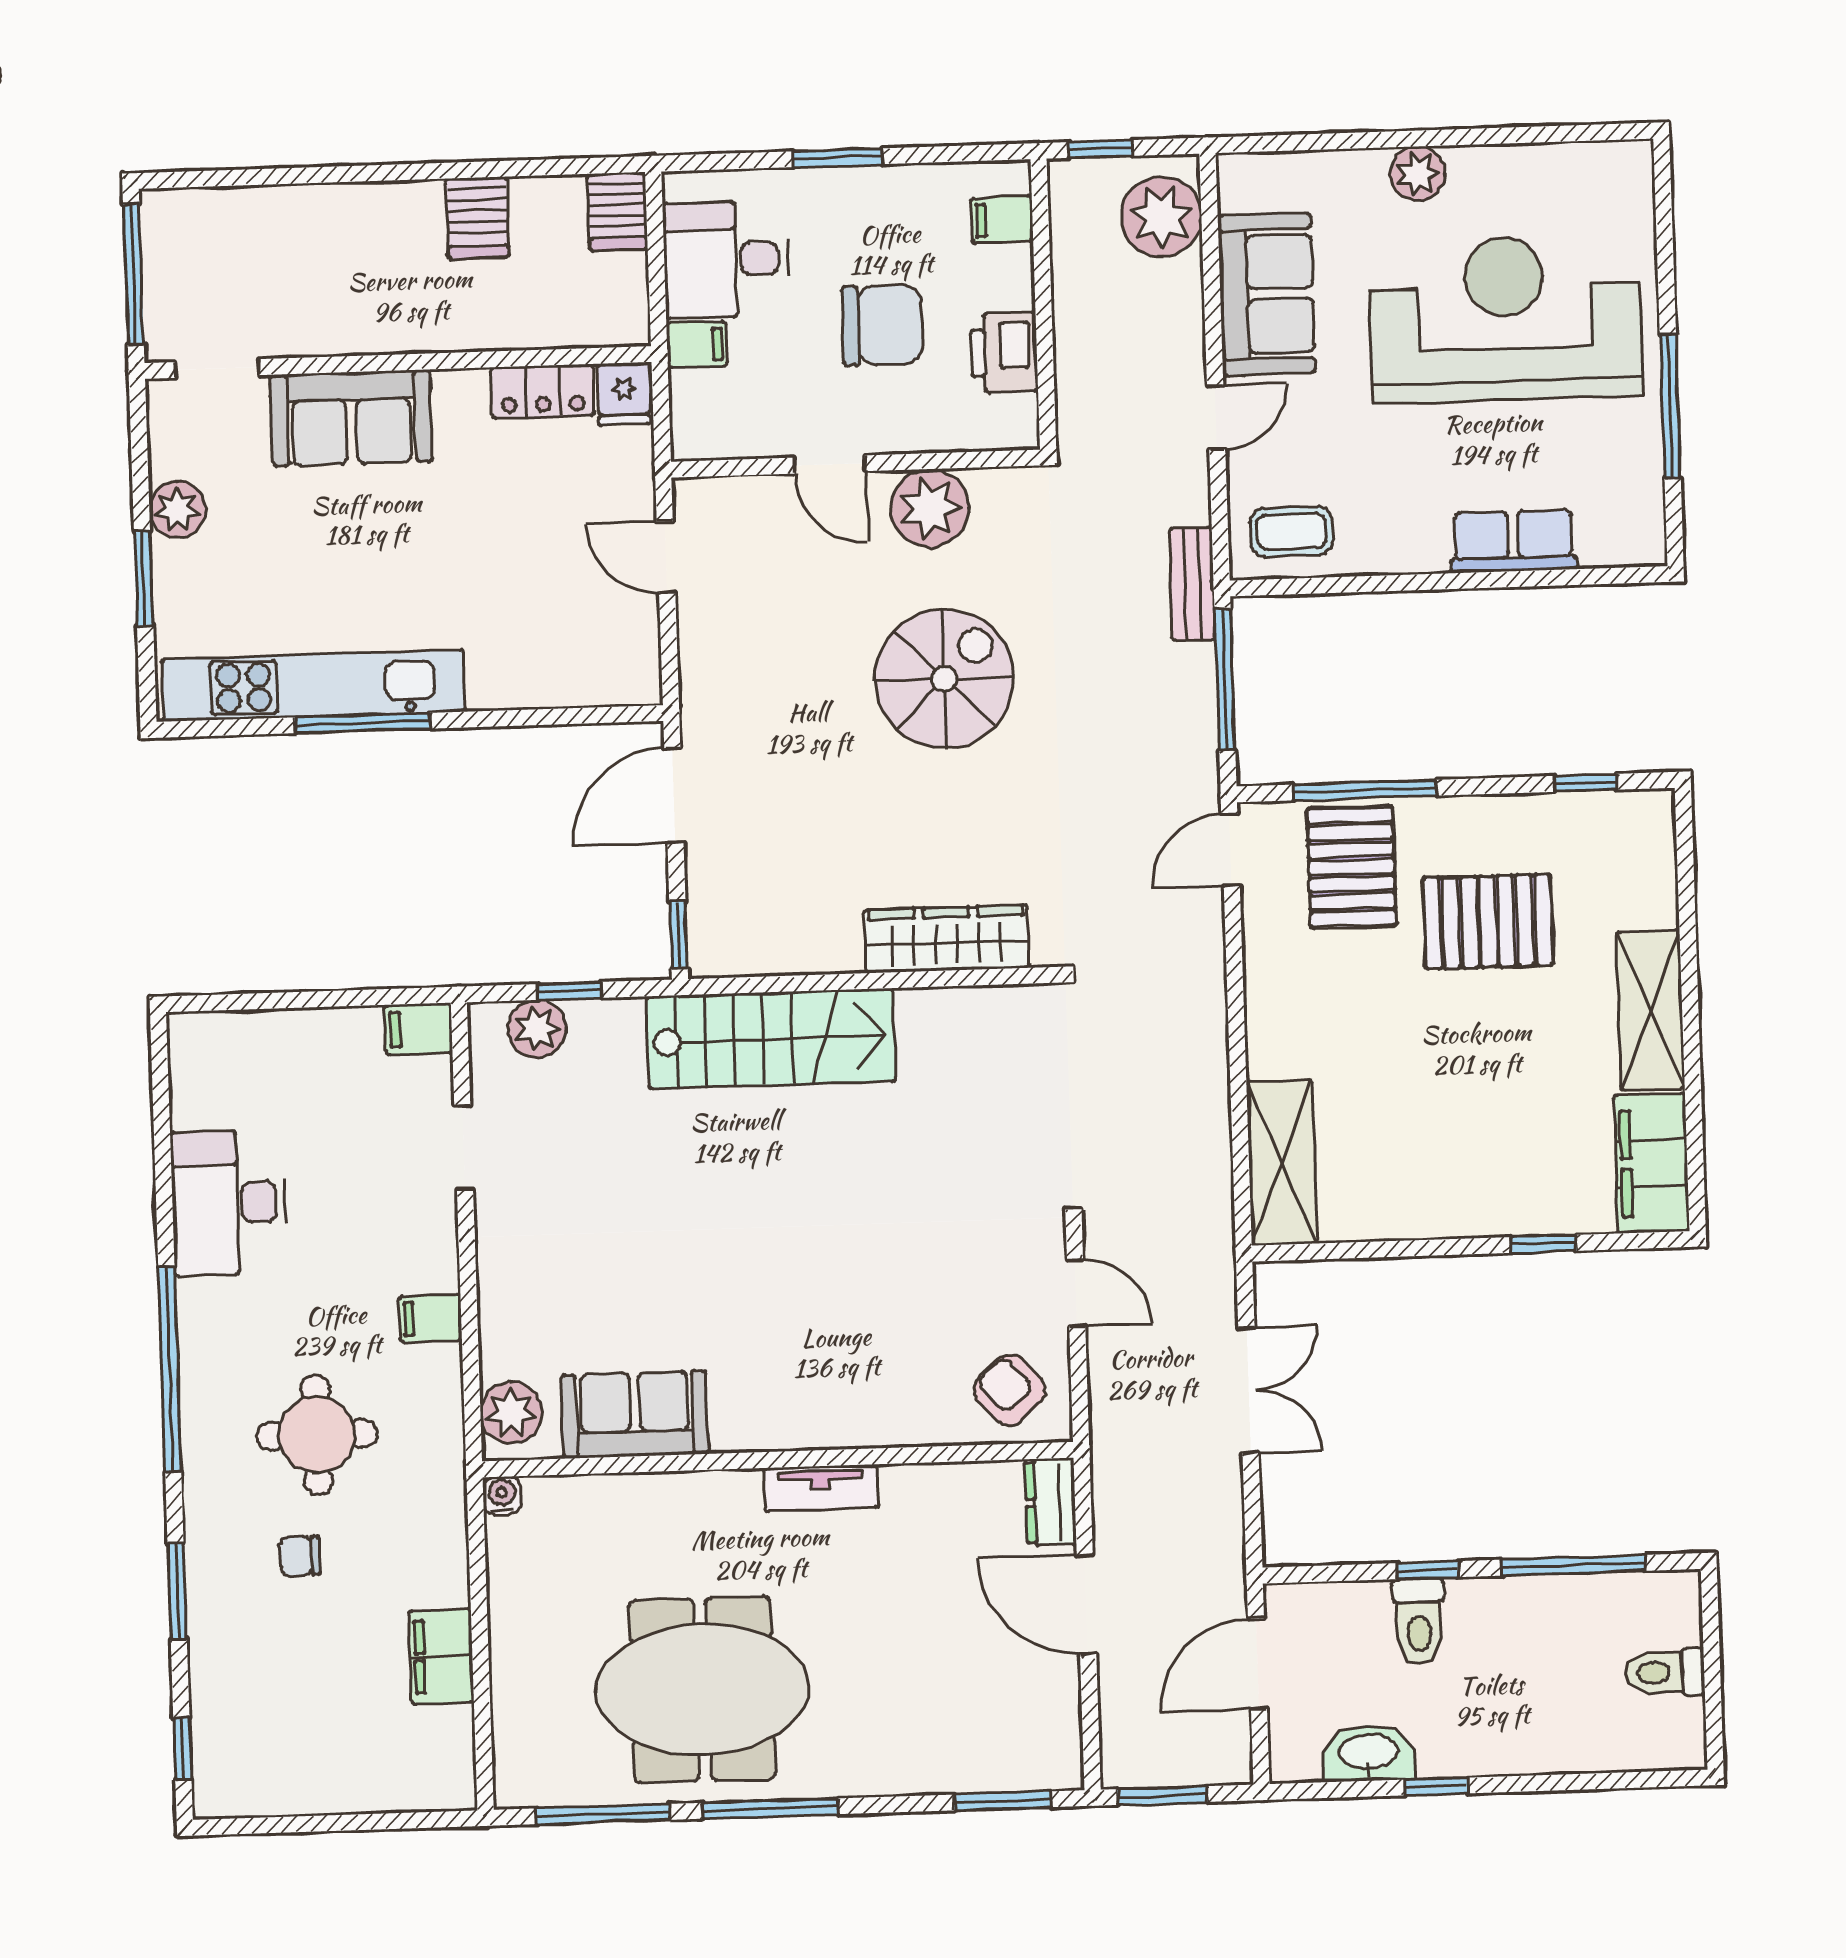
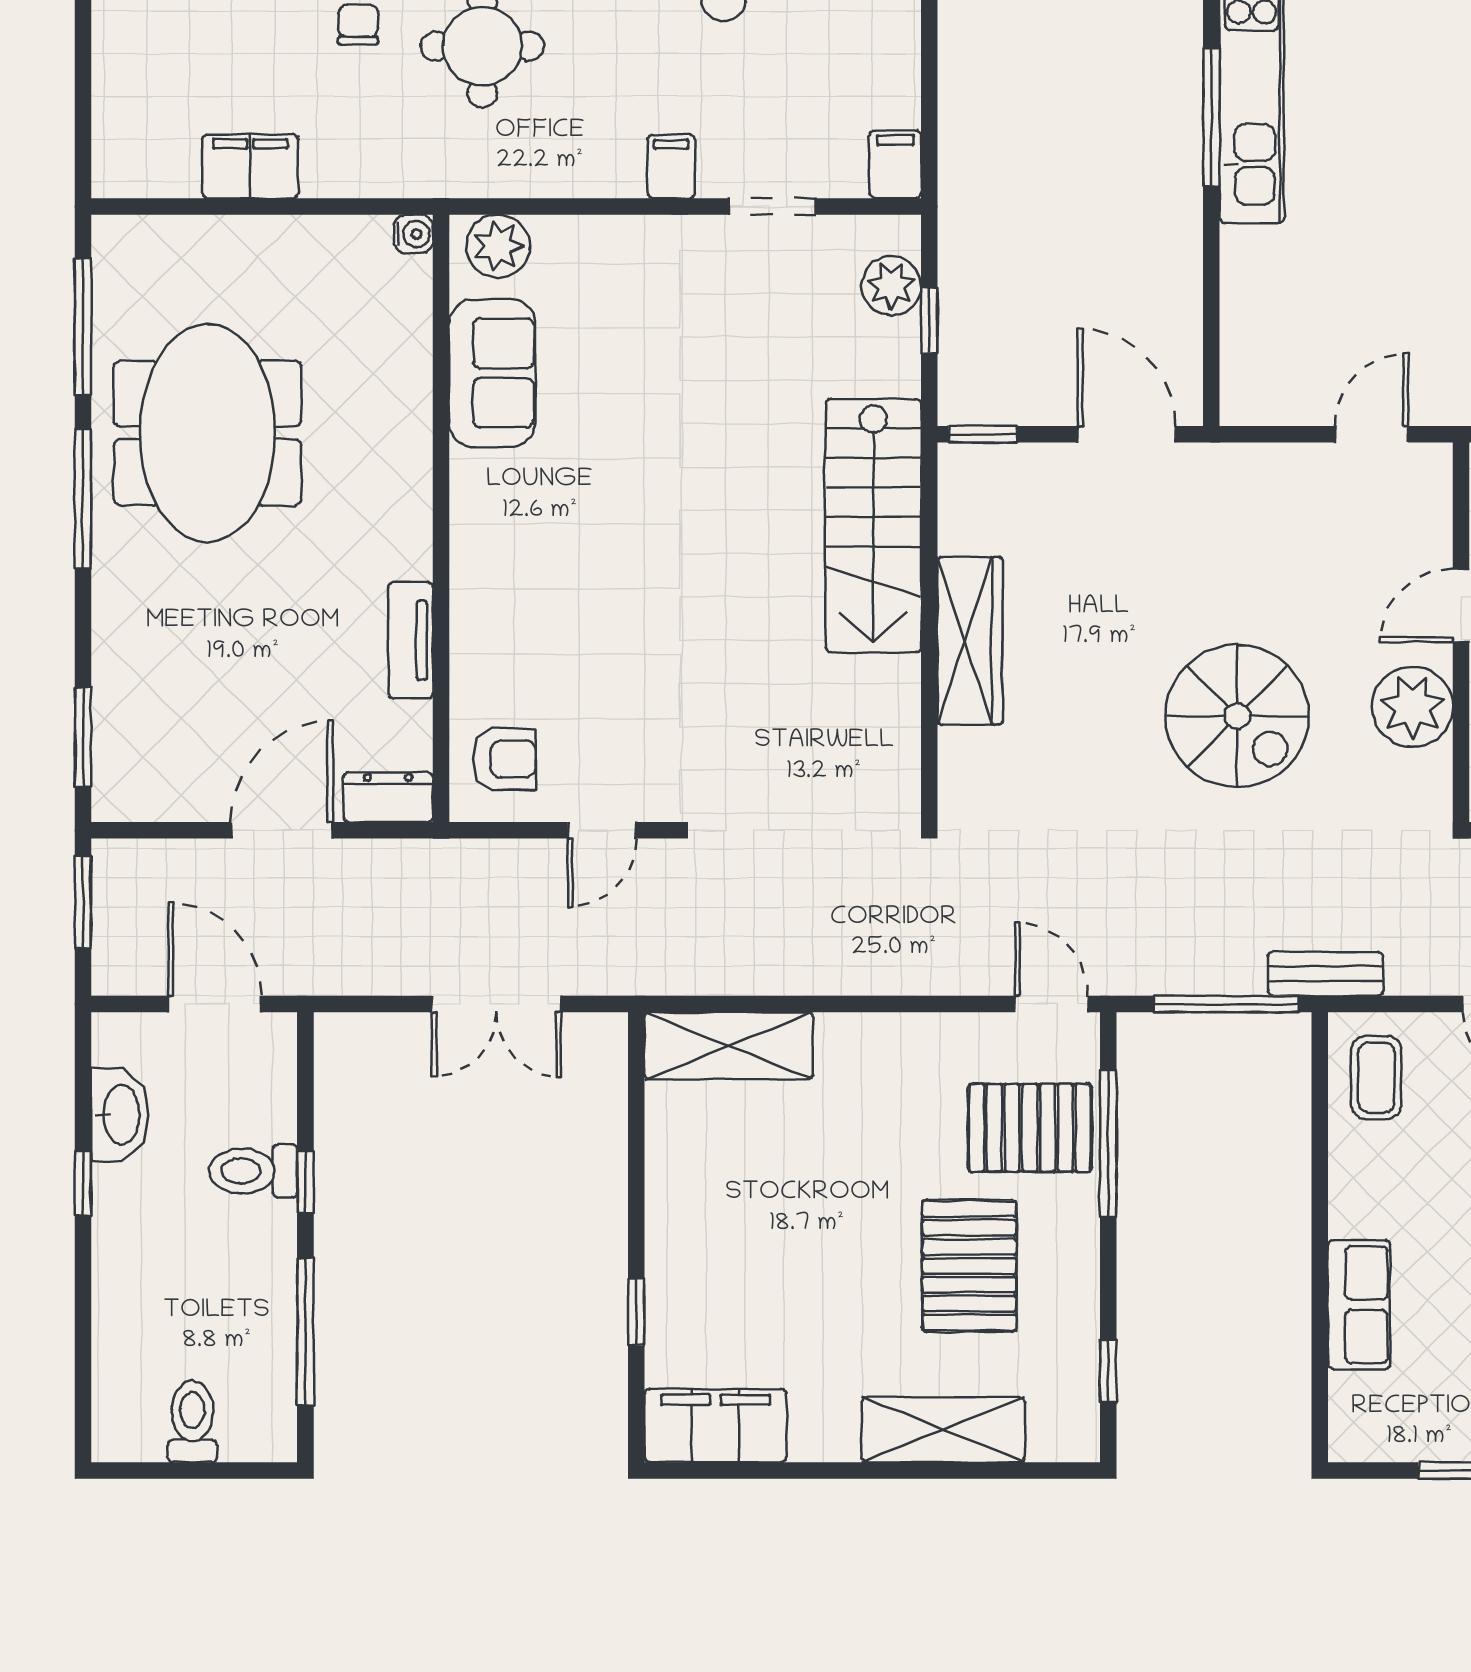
wardrobe: (946, 939) -> (970, 641), moved
shelving: (1651, 1010) -> (943, 1430), moved
filing cabinet: (430, 1318) -> (671, 167), moved
armchair: (1010, 1390) -> (504, 759), turned 41
tv unit: (821, 1488) -> (411, 640), moved

